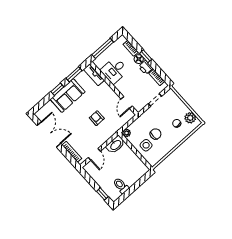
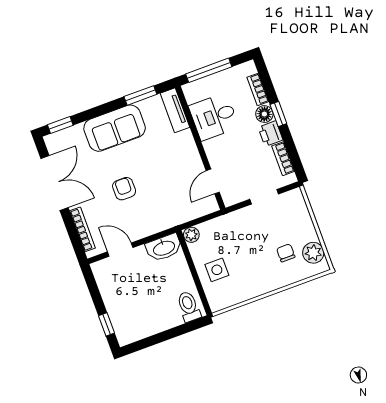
window: (57, 89) -> (60, 125), moved
armchair: (97, 118) -> (124, 189), moved
chair: (156, 134) -> (241, 257), removed
door: (94, 154) -> (120, 250), swing flipped
toilet: (121, 186) -> (189, 306), moved

